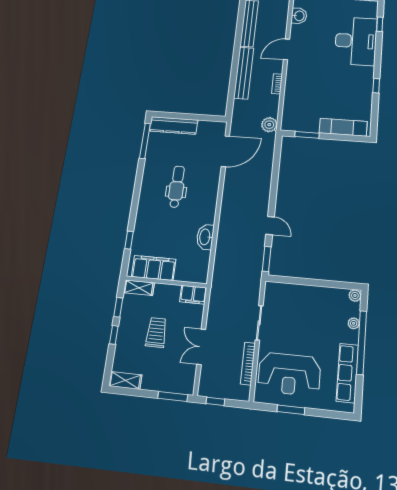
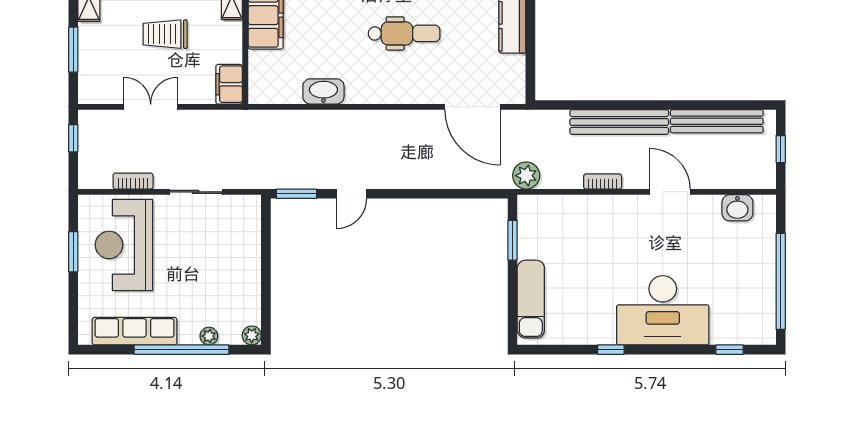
desk: (356, 41) -> (663, 310), moved
trolley: (156, 333) -> (165, 34), turned 180
bookcase: (248, 364) -> (133, 181), width x0.64
window: (173, 397) -> (73, 50), moved

